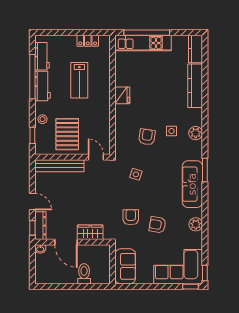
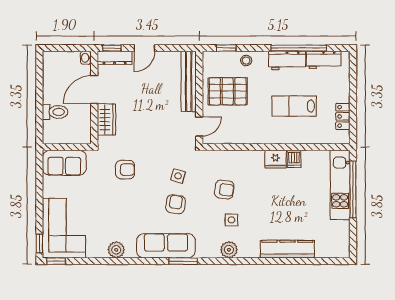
kitchen counter: (196, 49) -> (333, 250), removed
dishwasher: (122, 80) -> (294, 159), added
armchair: (158, 225) -> (176, 204), moved

